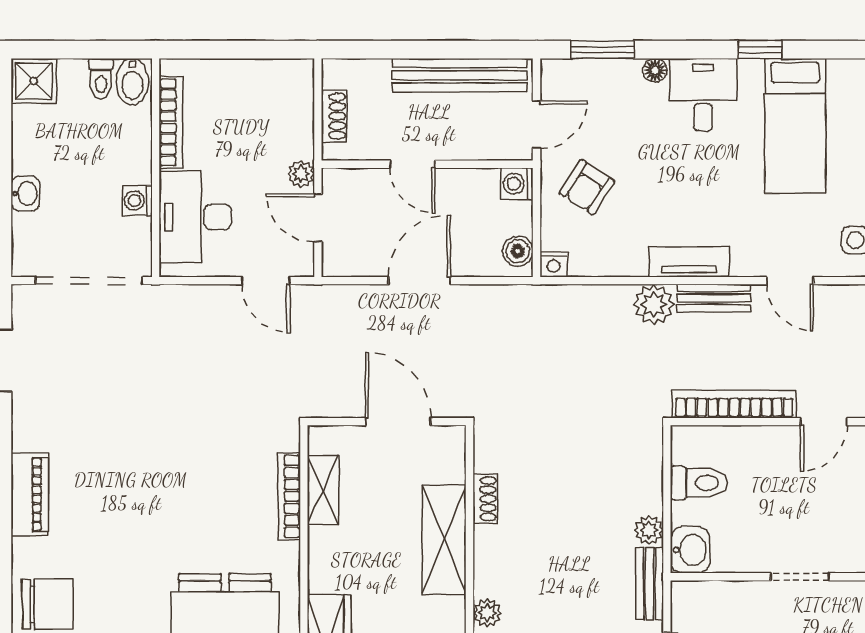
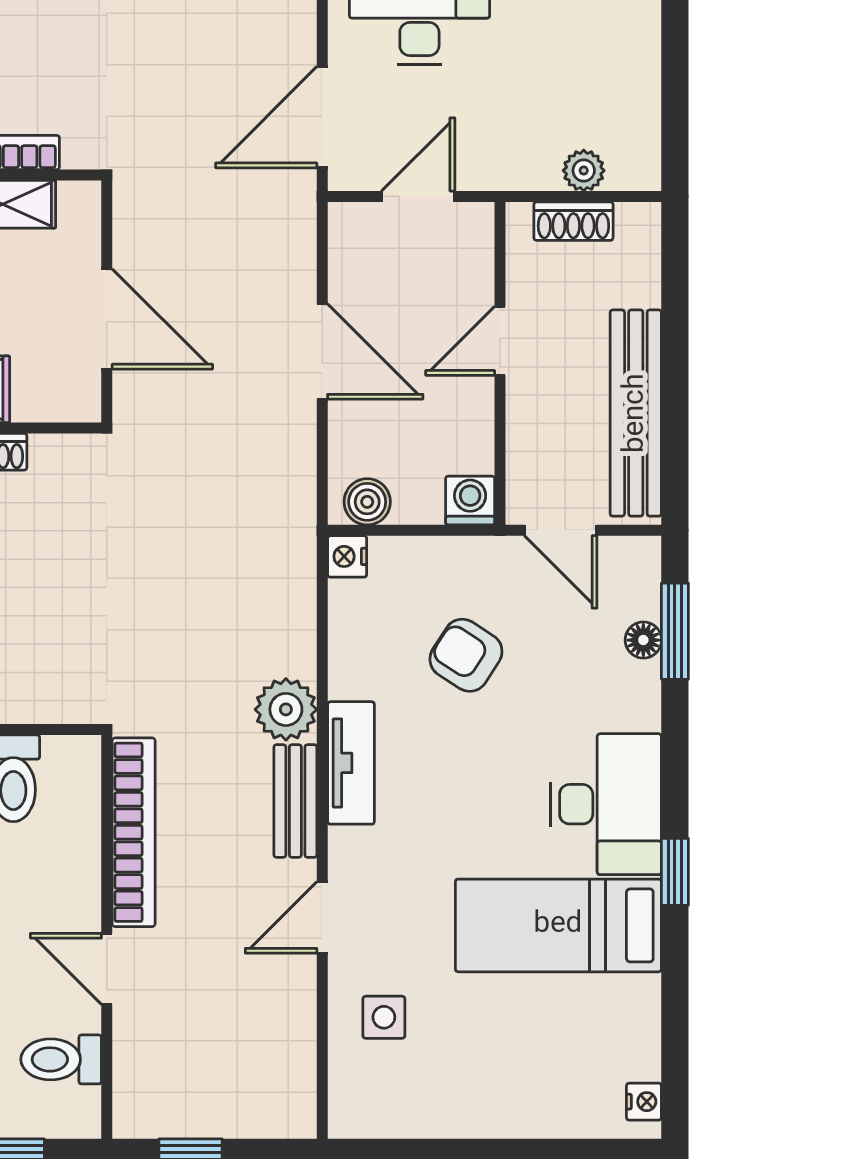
floor lamp: (655, 70) -> (643, 640), moved
desk: (703, 95) -> (606, 804), width x1.37
plant: (301, 174) -> (584, 171), moved
armchair: (587, 187) -> (466, 655), moved
door: (266, 281) -> (322, 117), width x1.38
door: (398, 422) -> (107, 319), hinge flipped

